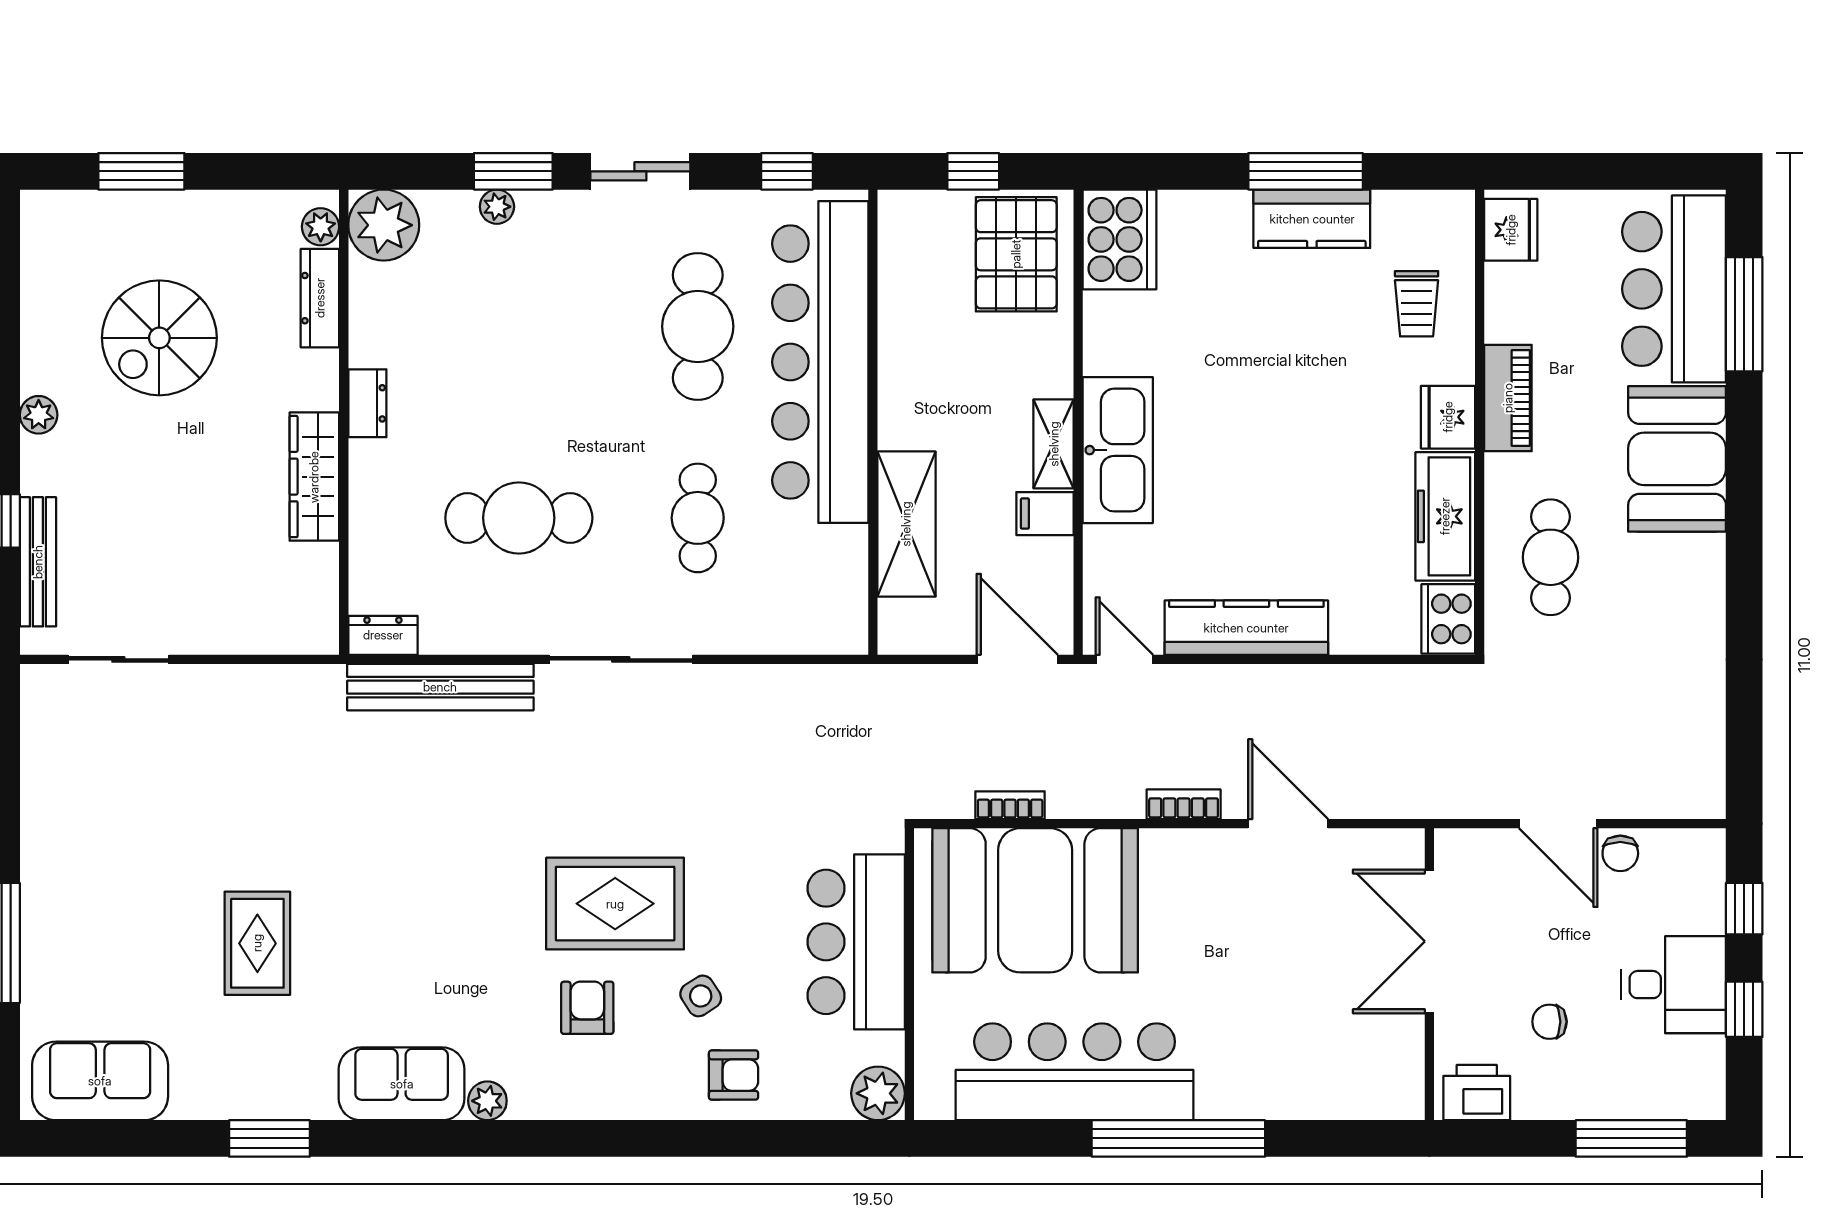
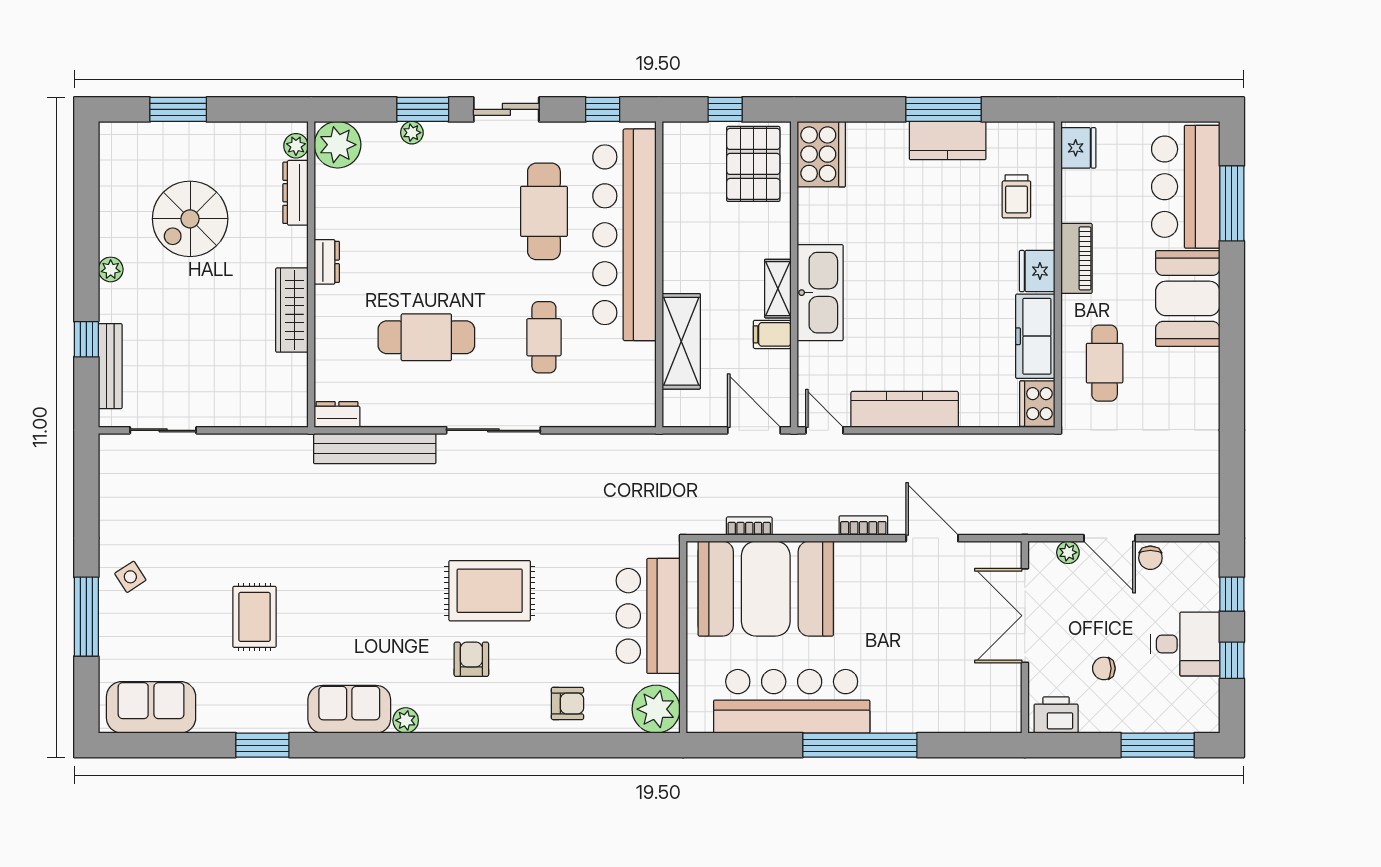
plant: (1495, 845) -> (1068, 552), added
side table: (701, 996) -> (130, 577), moved
plant: (878, 1093) -> (656, 709), width x1.36, depth x1.36

